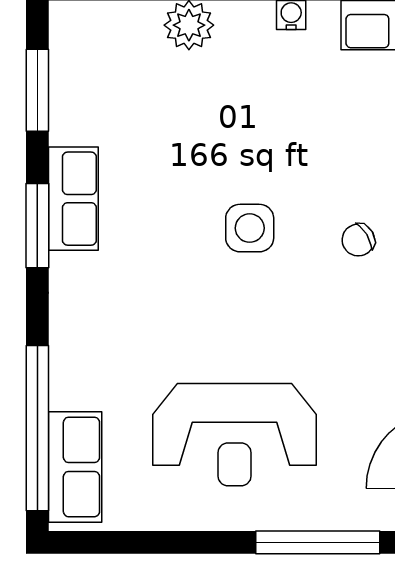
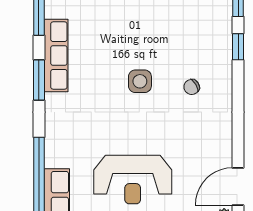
row of seats: (73, 199) -> (56, 55), width x1.48

